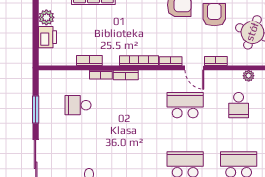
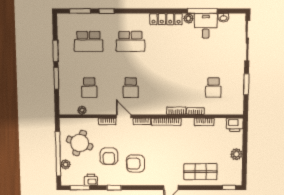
printer: (48, 37) -> (235, 125), moved, turned -90
school desk: (78, 105) -> (213, 88), turned 90
school desk: (185, 105) -> (131, 88), width x0.54
school desk: (239, 105) -> (89, 88), turned 180

